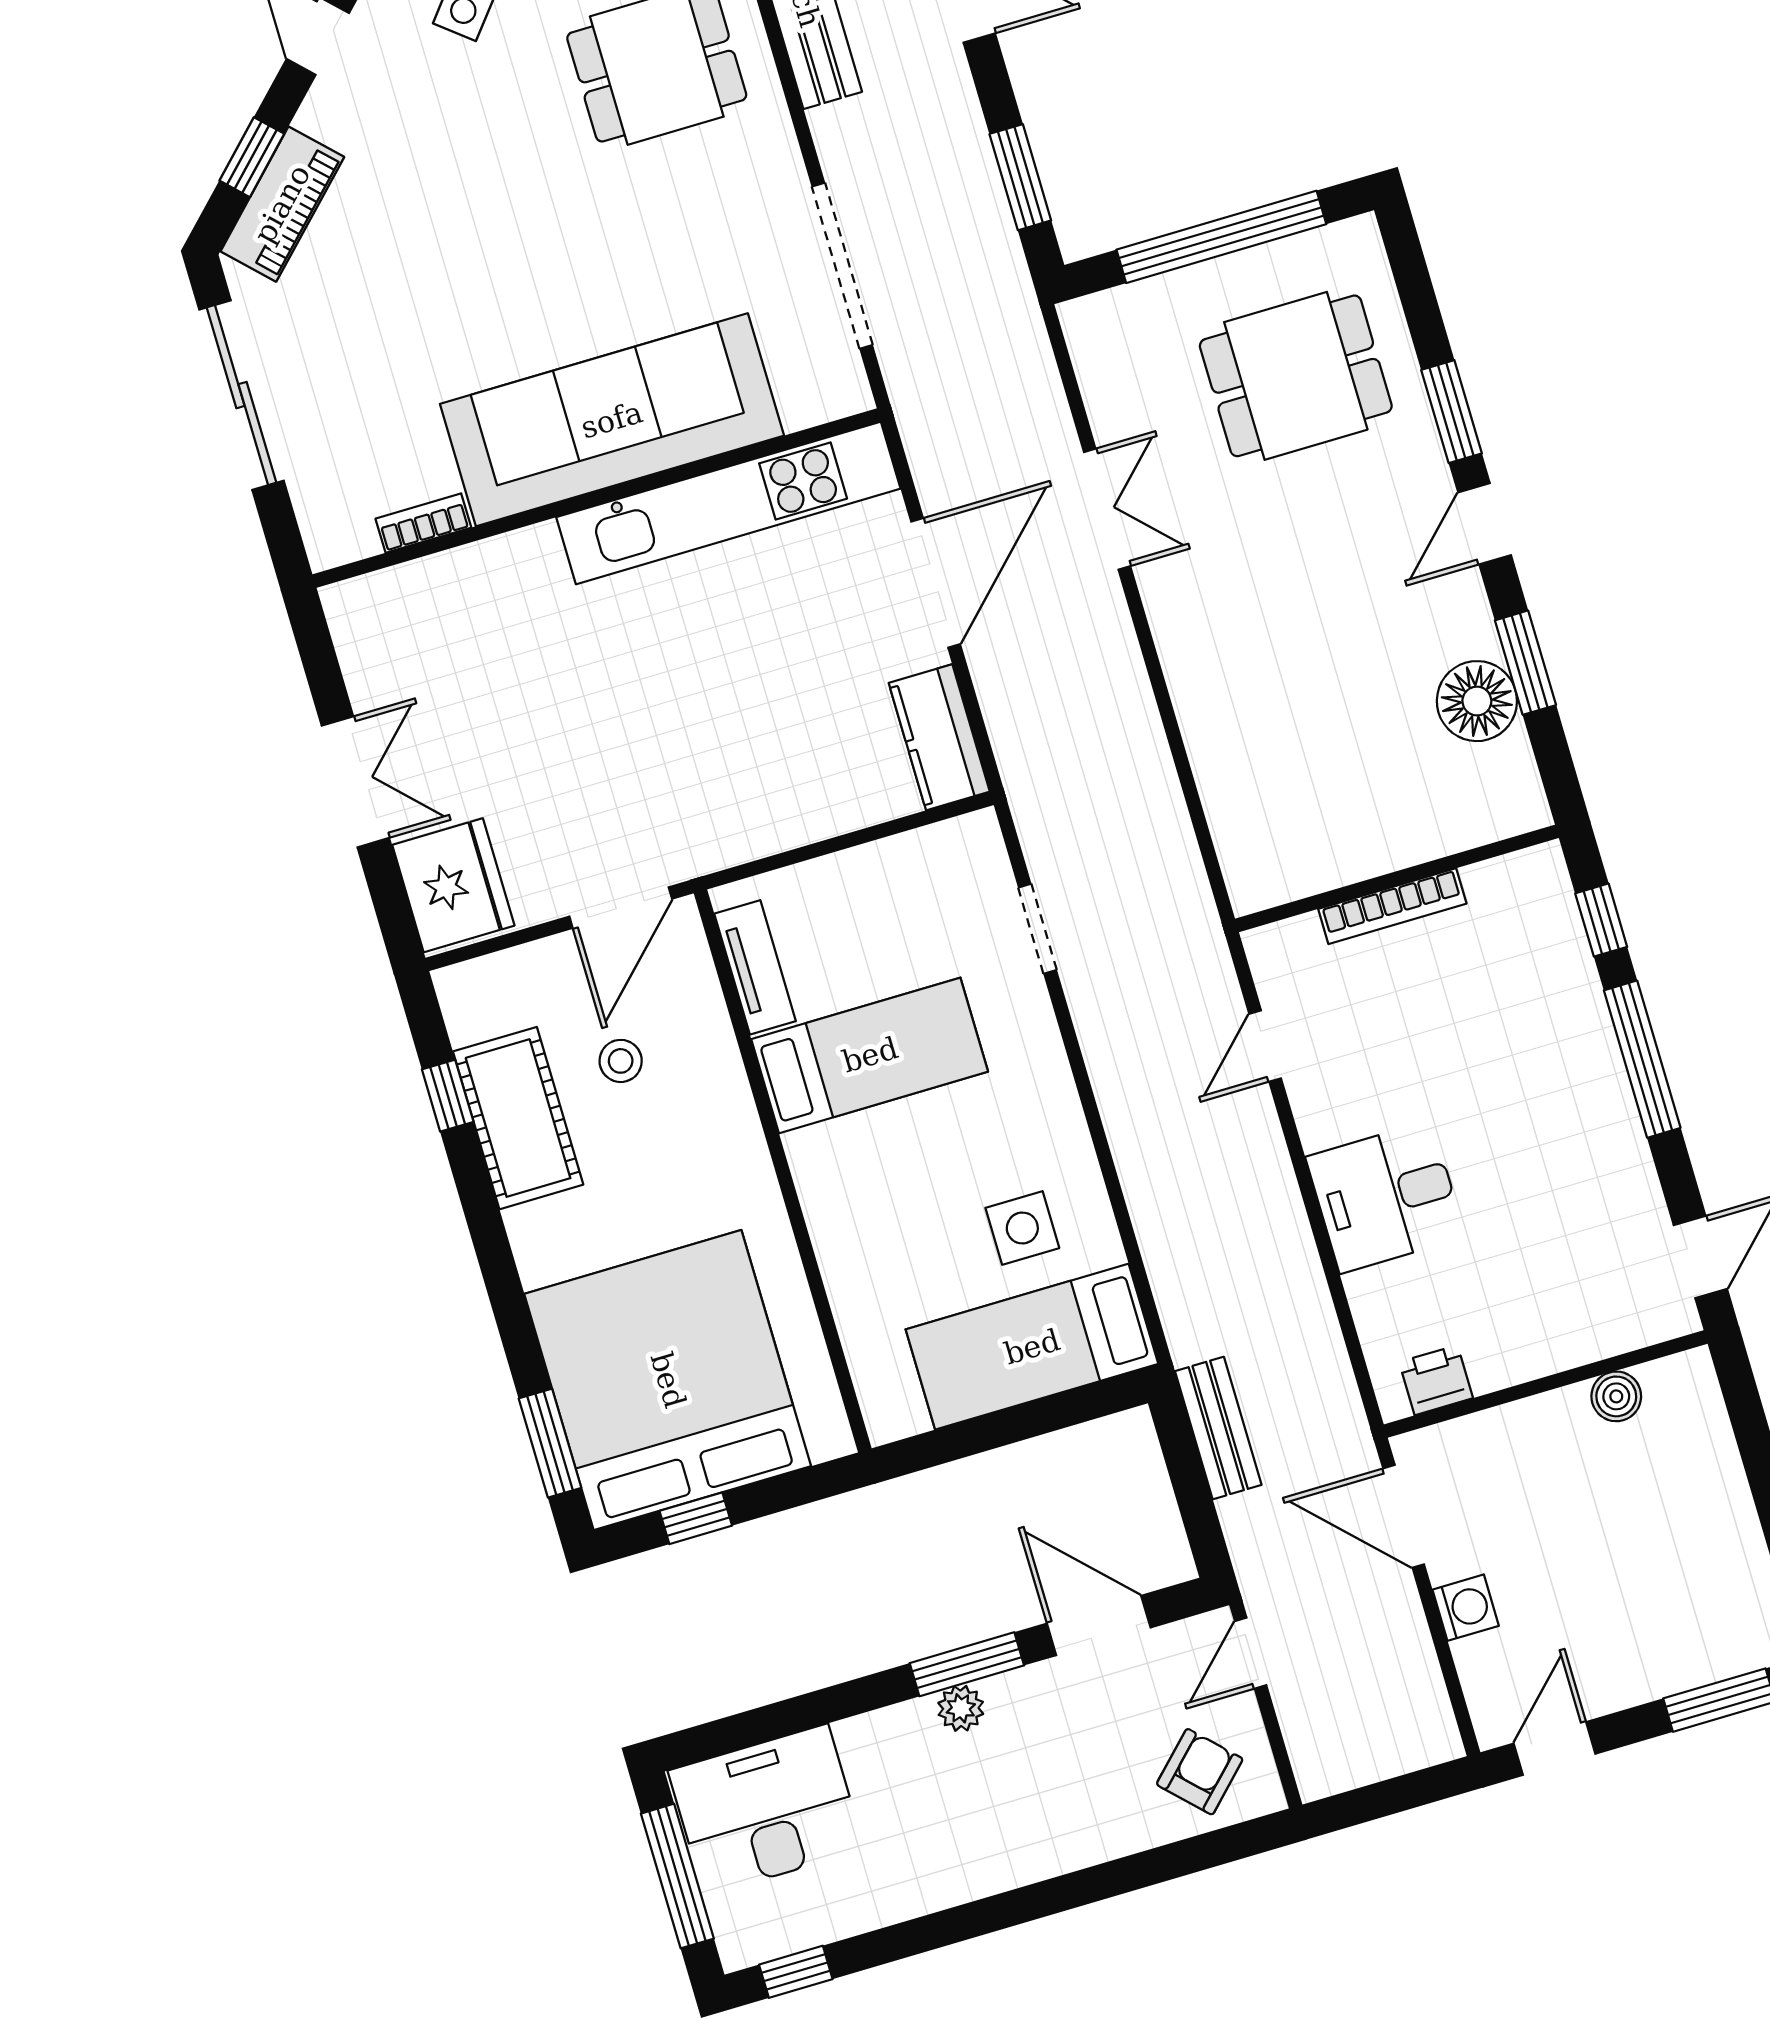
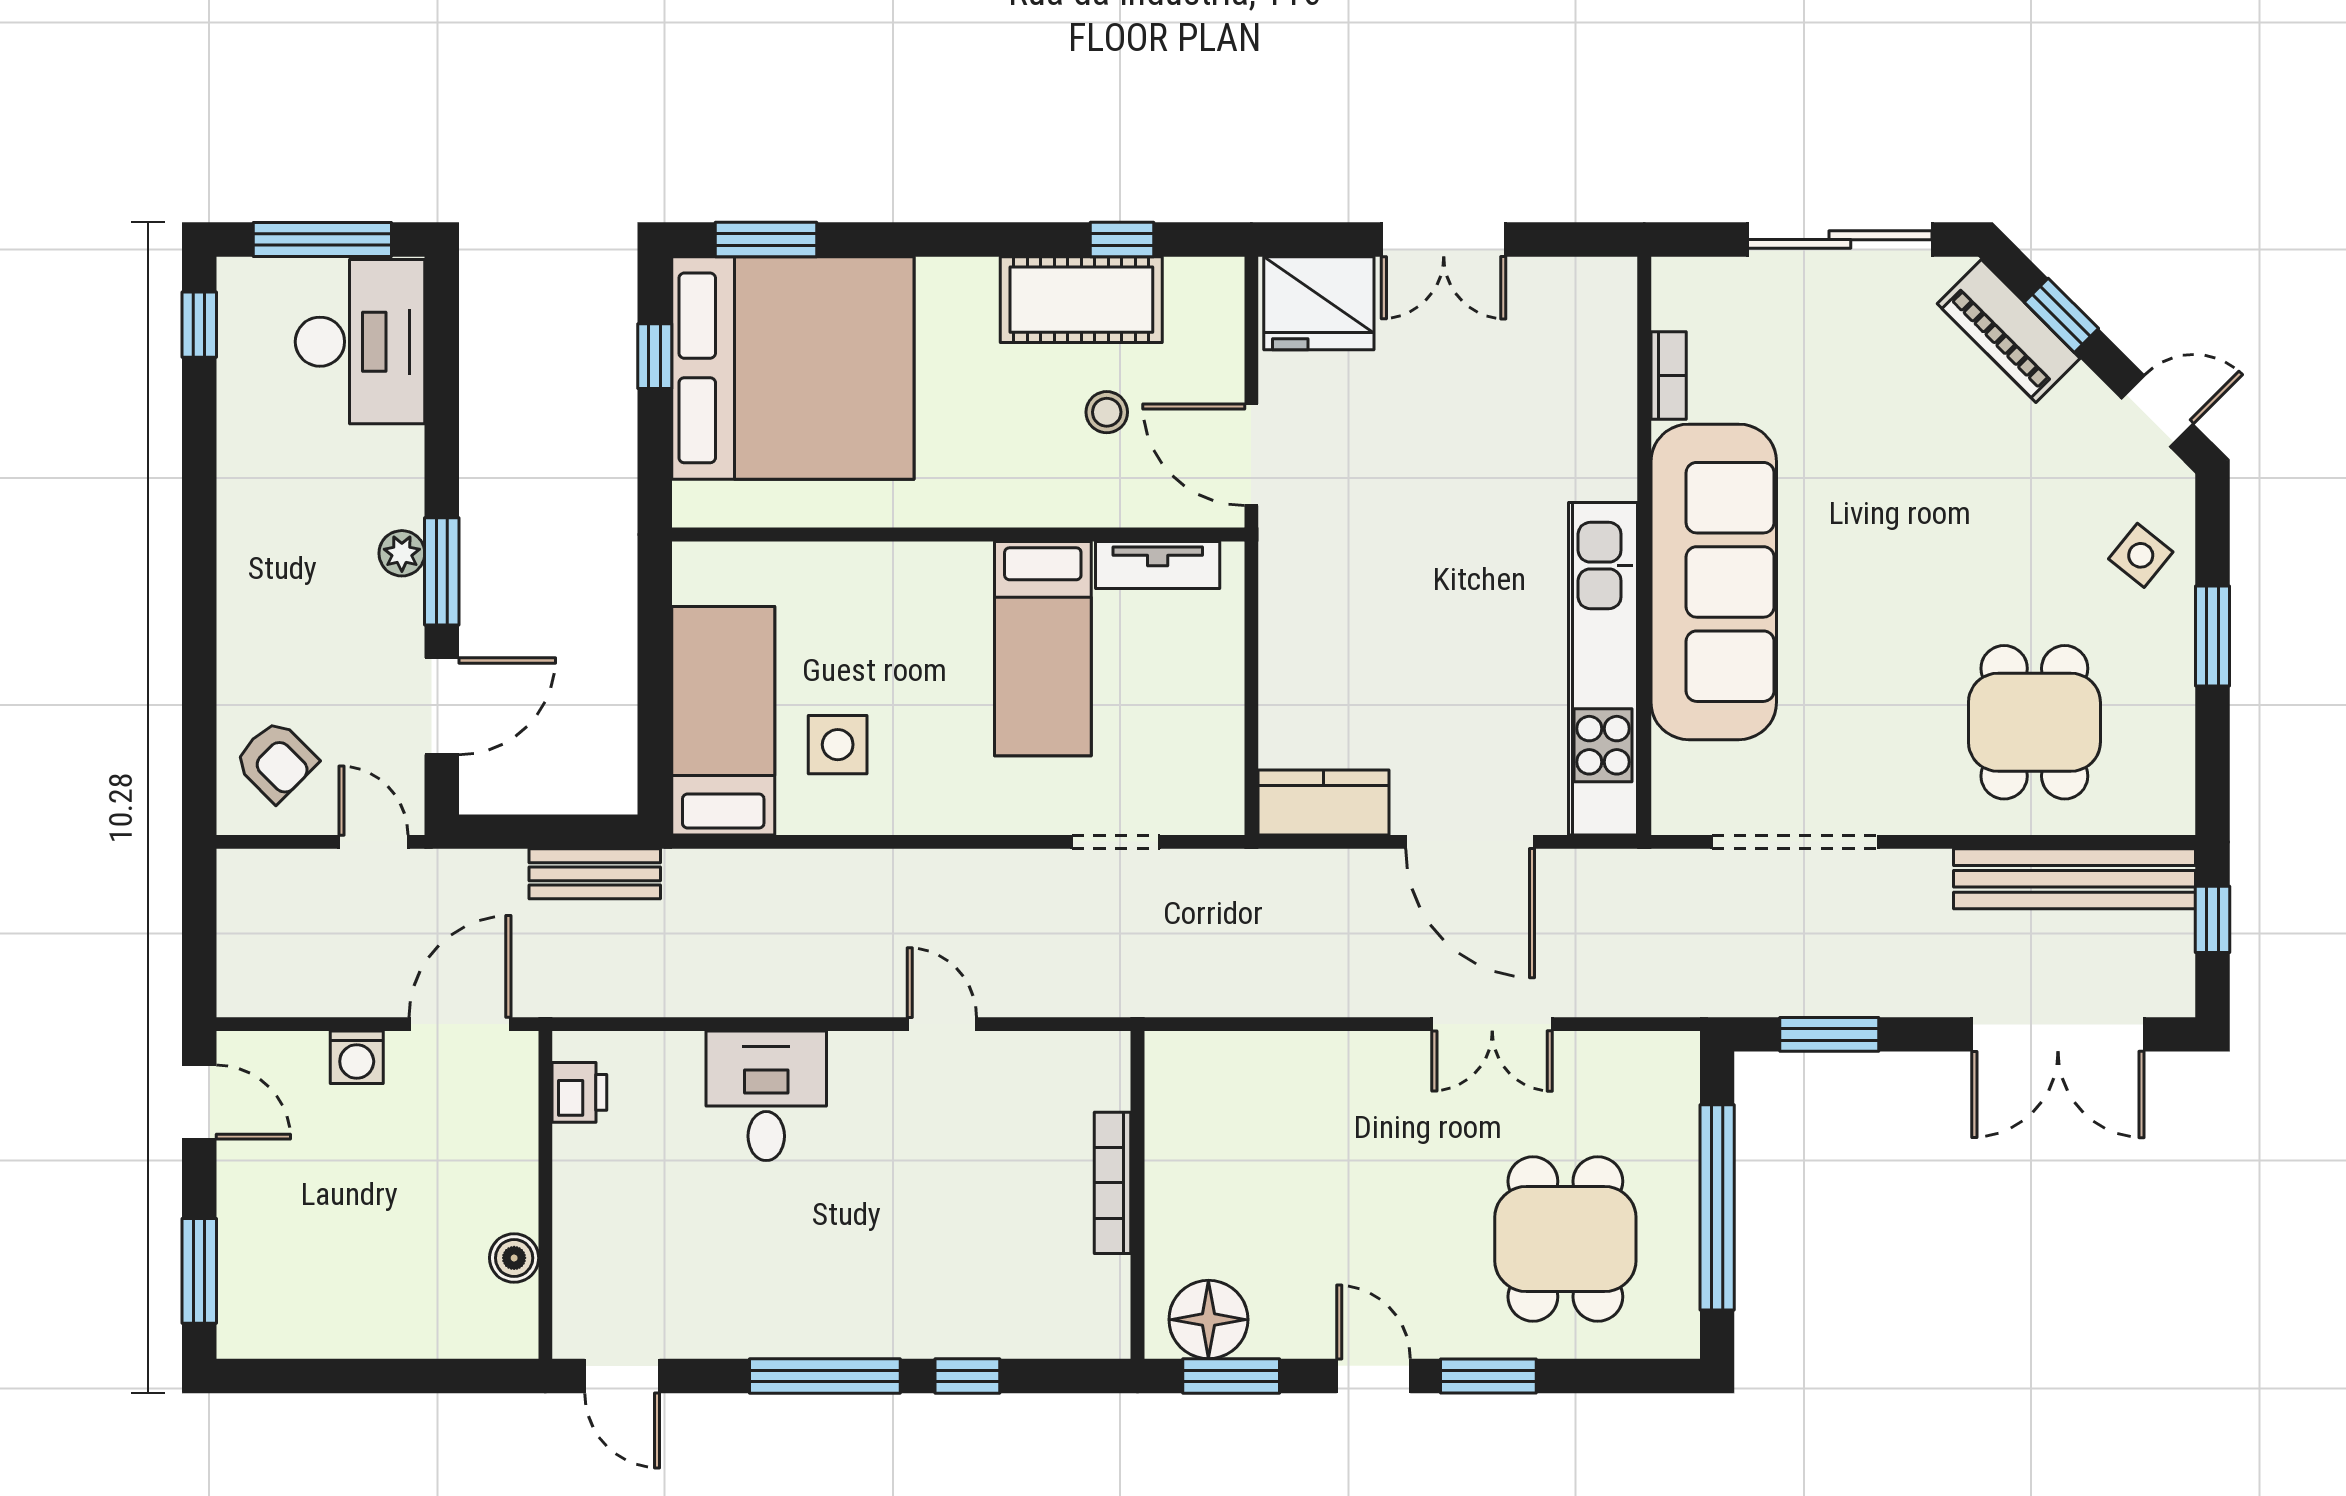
wall: (1397, 878) -> (1137, 1195), moved
bookcase: (1392, 906) -> (1113, 1183), moved

